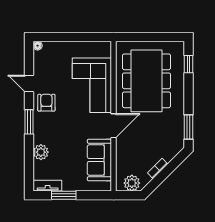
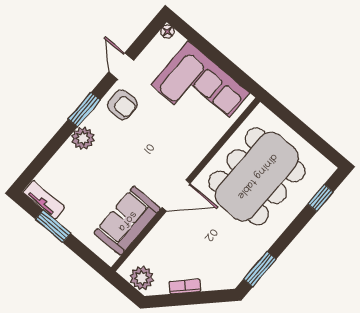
corner sofa: (92, 85) -> (200, 89), moved, turned -90
armchair: (46, 103) -> (122, 105), turned 90
plant: (41, 152) -> (83, 138), moved

